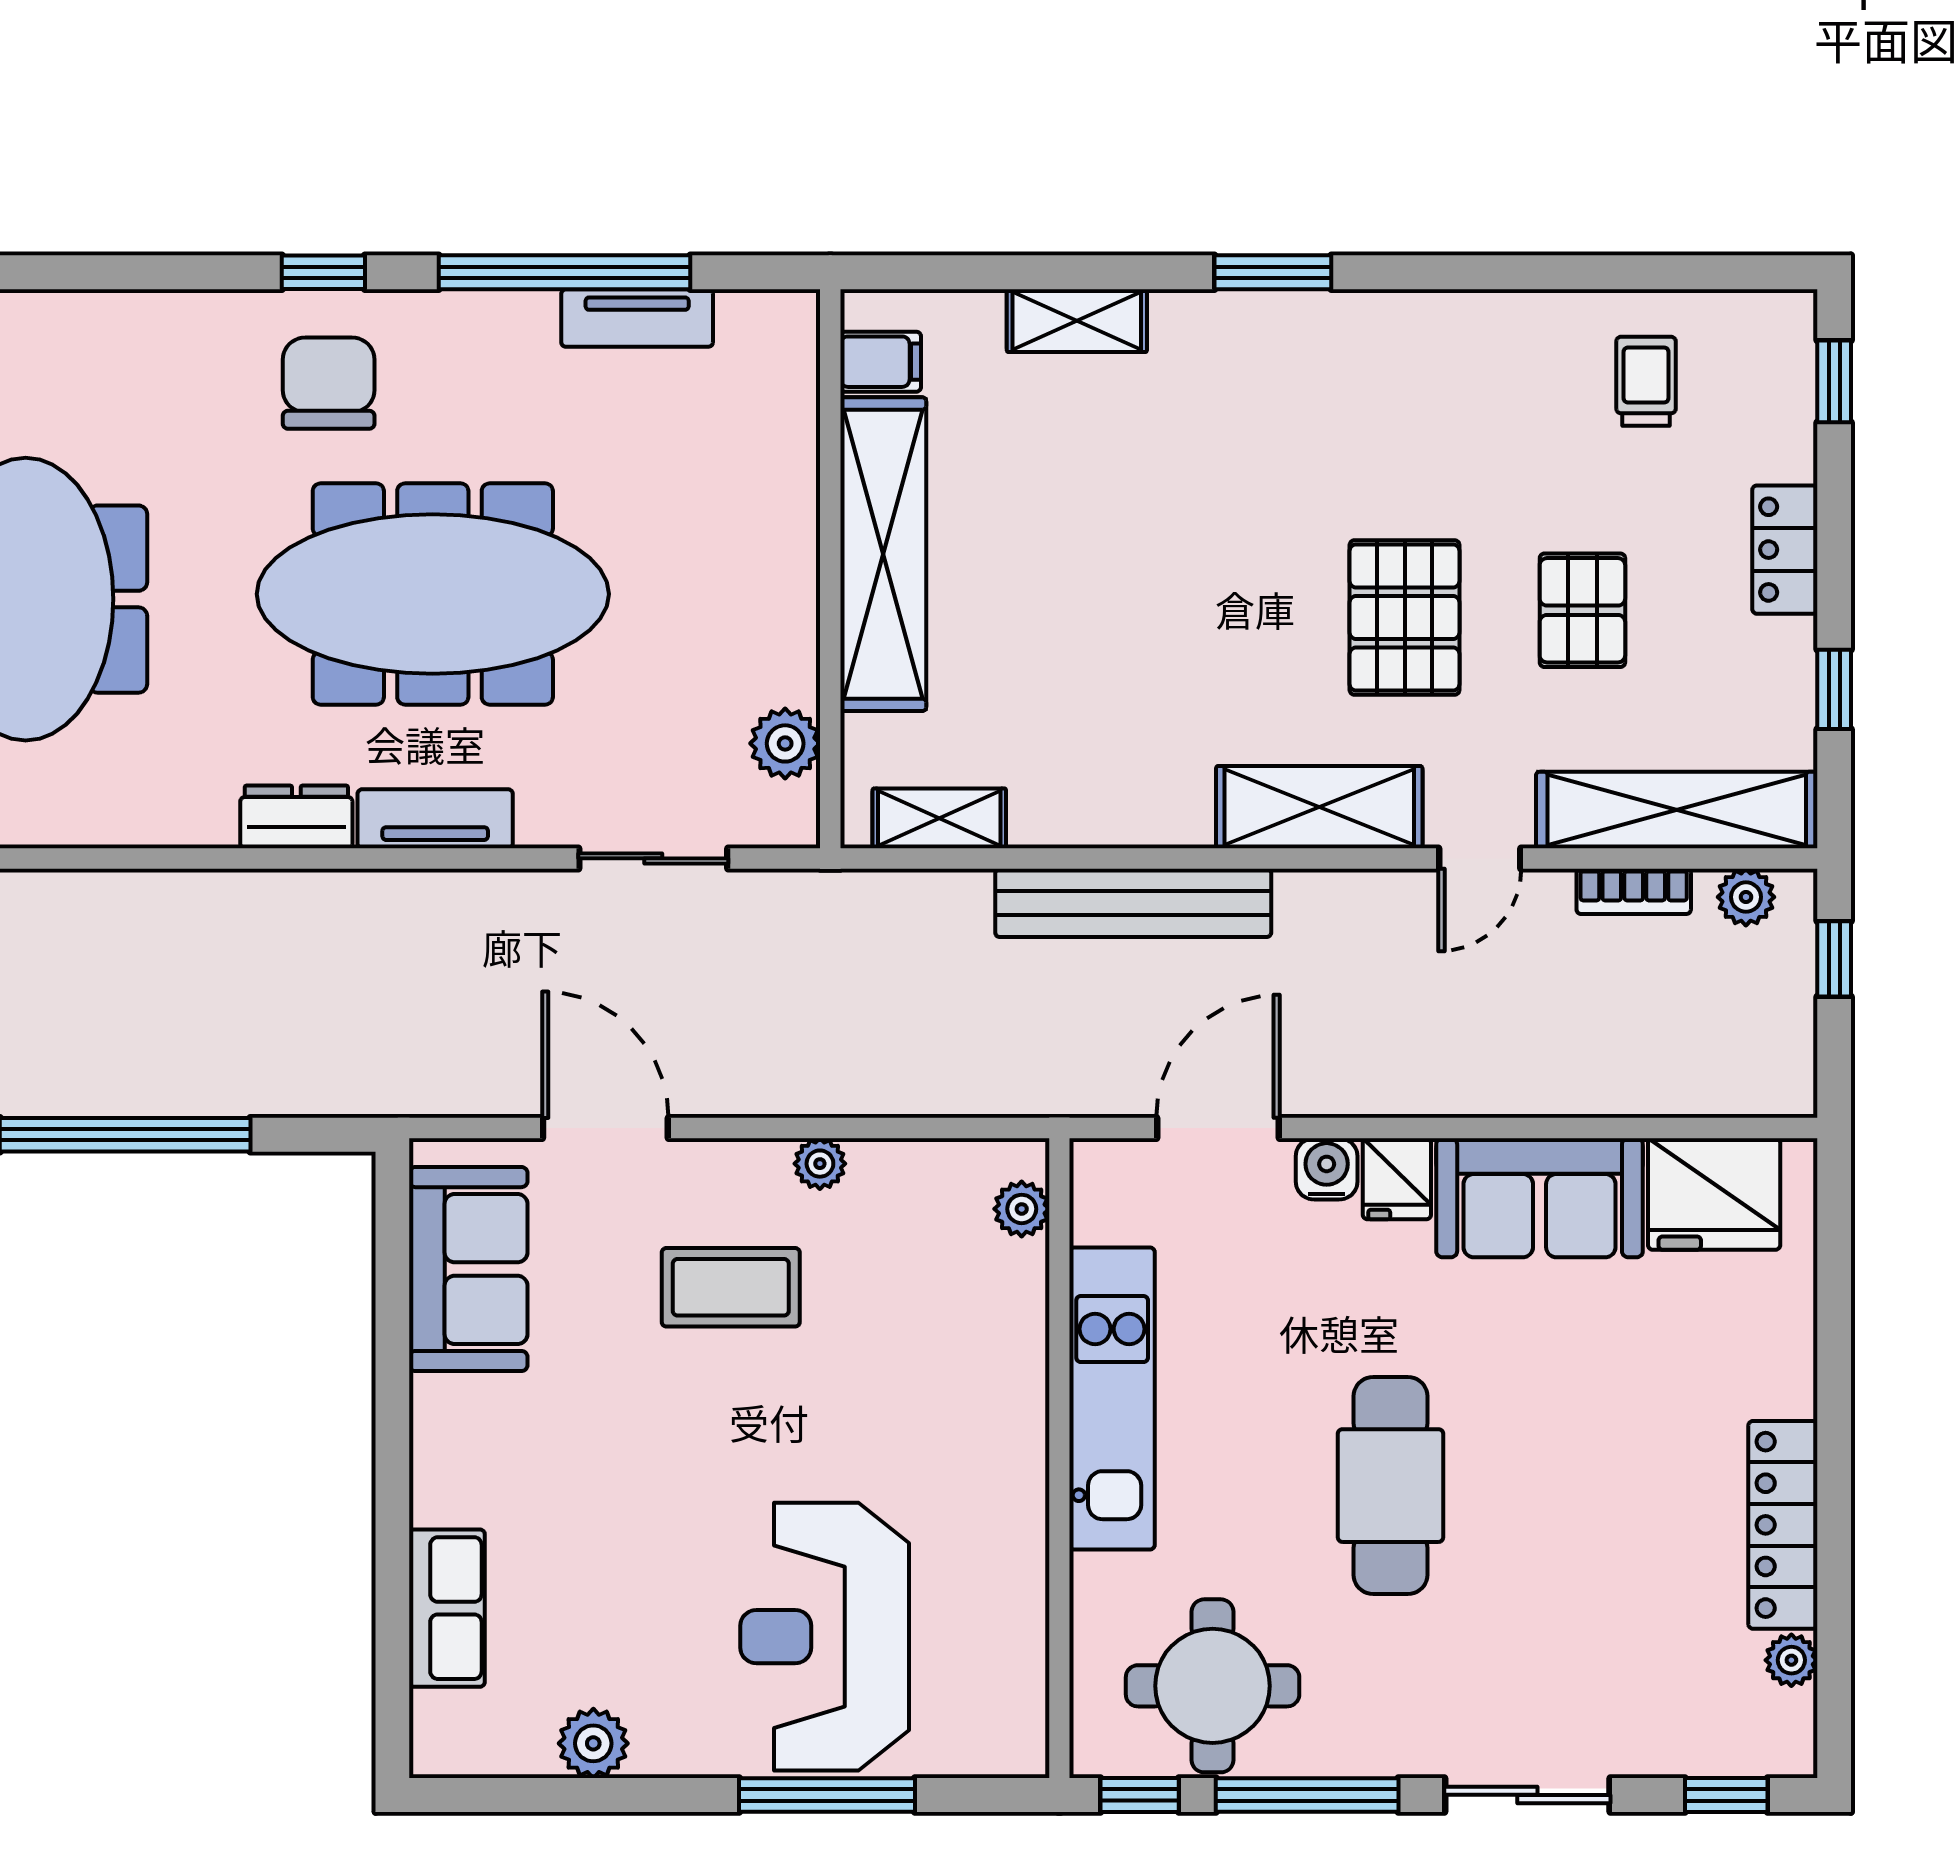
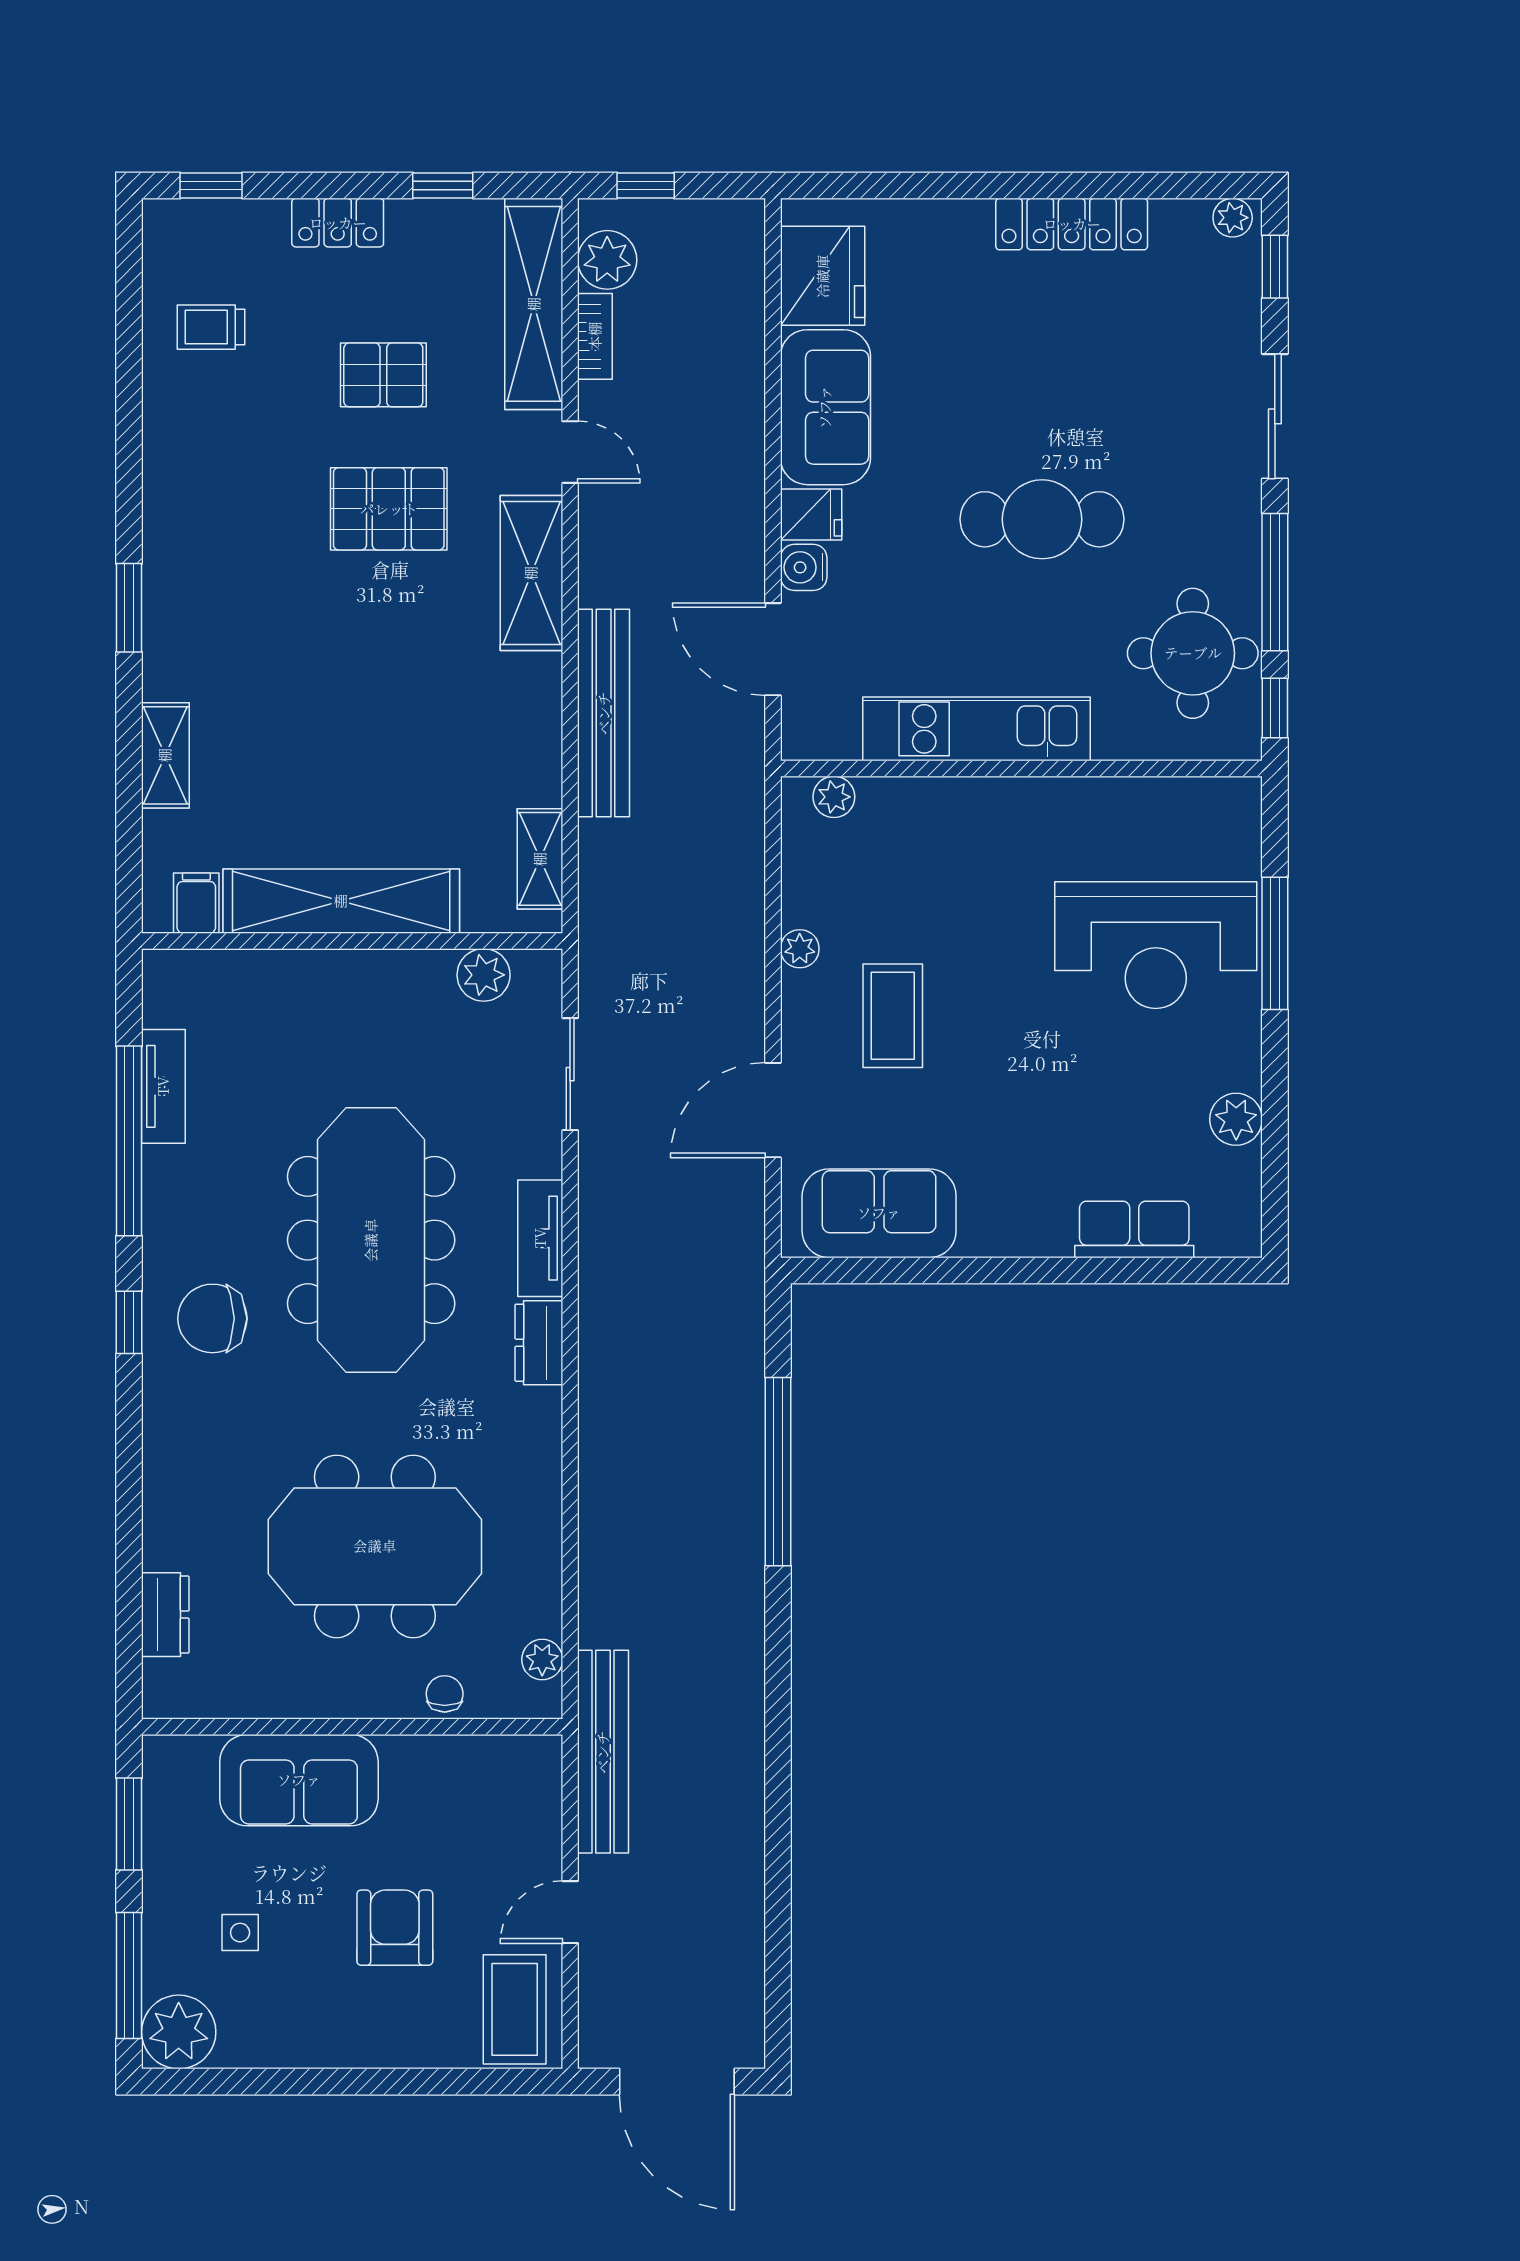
plant: (1746, 897) -> (607, 260), width x1.38, depth x1.38
plant: (1791, 1660) -> (1233, 218), moved

